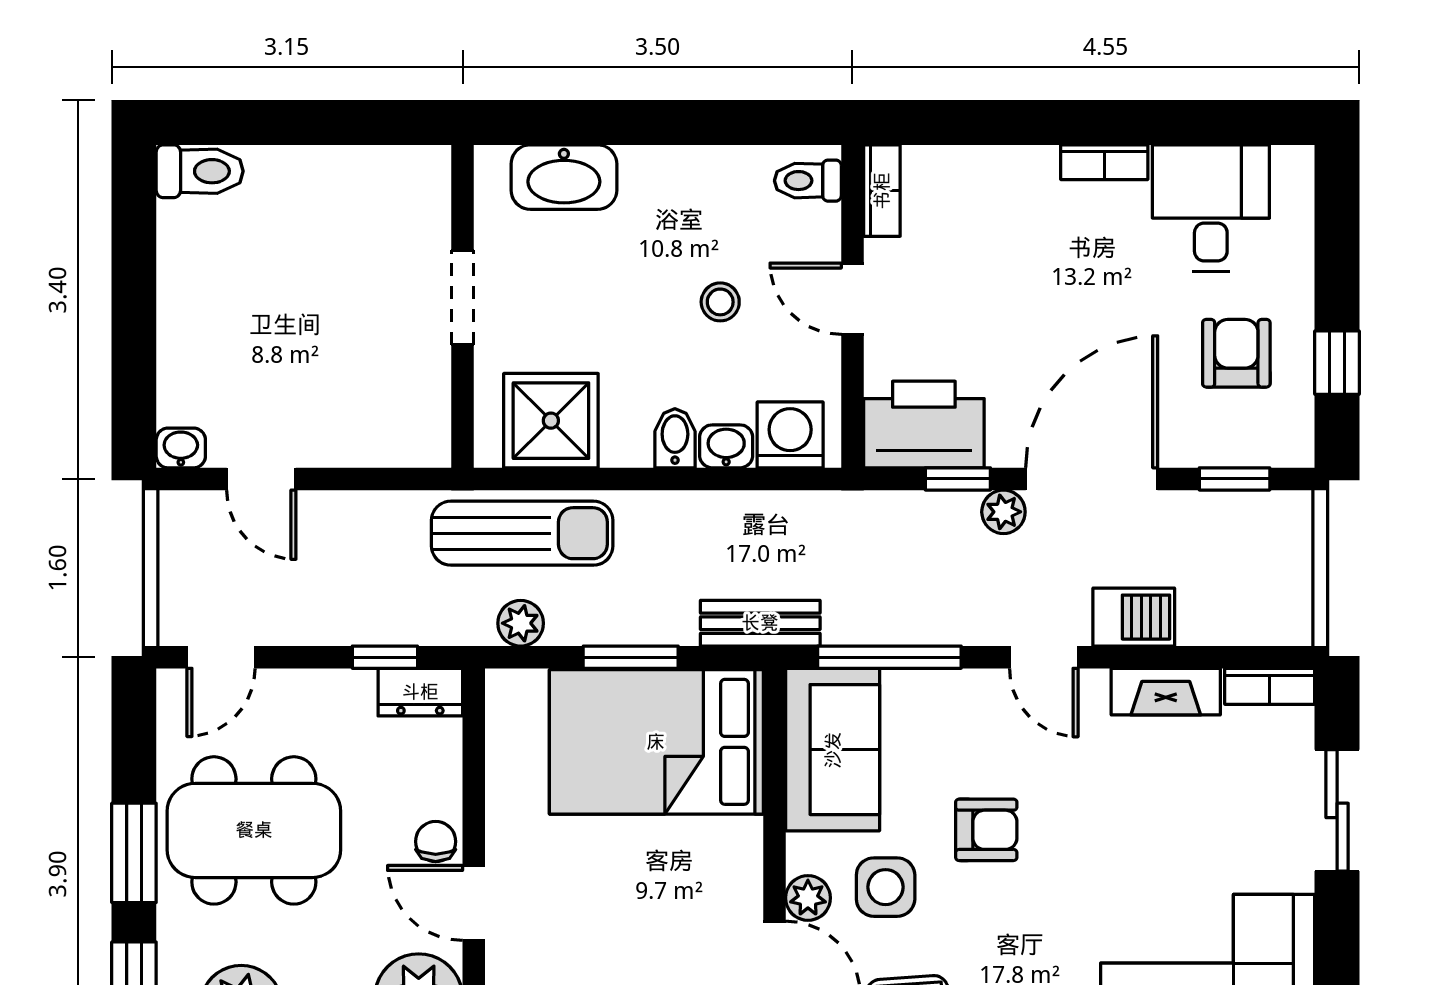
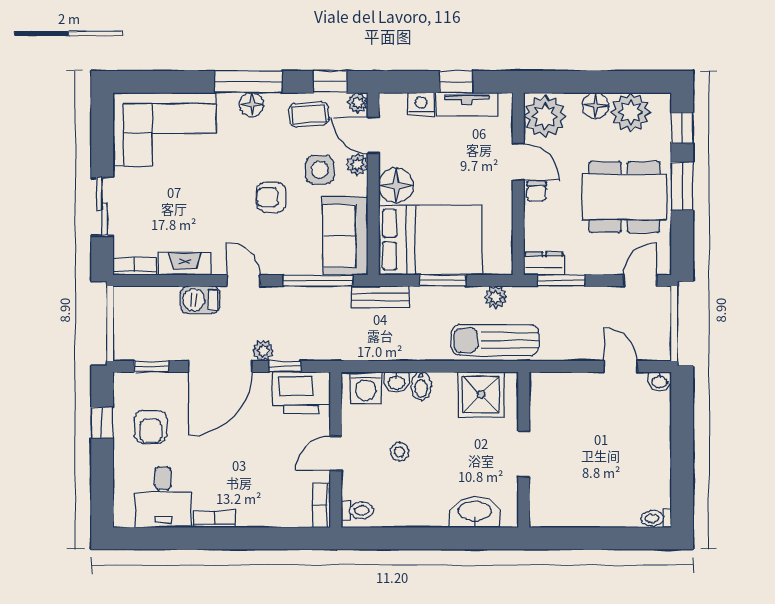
toilet: (200, 171) -> (656, 518), width x0.73, depth x0.72
door: (852, 299) -> (336, 453), swing flipped
window: (385, 657) -> (561, 281), width x1.50
floor lamp: (727, 854) -> (396, 185), added

